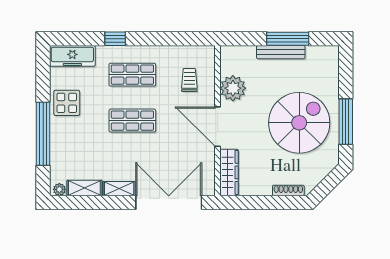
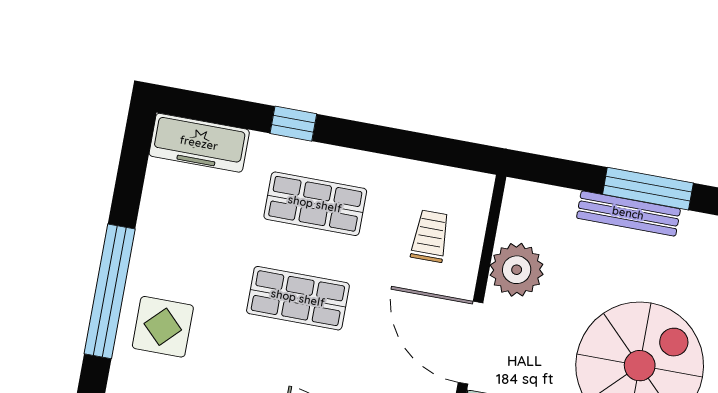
display table: (67, 103) -> (163, 327), moved

